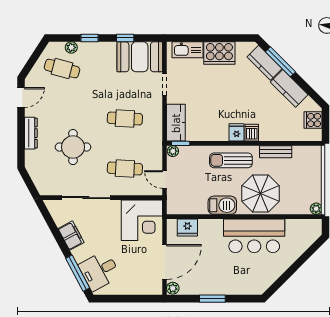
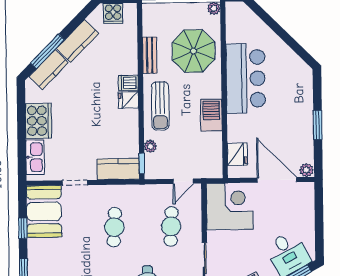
plant: (173, 151) -> (150, 146), moved
parasol: (261, 194) -> (193, 51), moved

